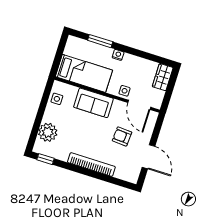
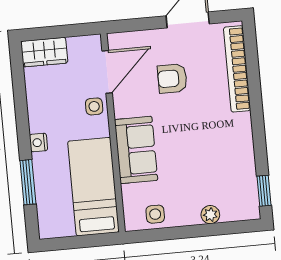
plant: (48, 132) -> (210, 215), width x0.53, depth x0.53
armchair: (122, 136) -> (172, 78), turned 86
bookcase: (91, 165) -> (237, 69), moved

